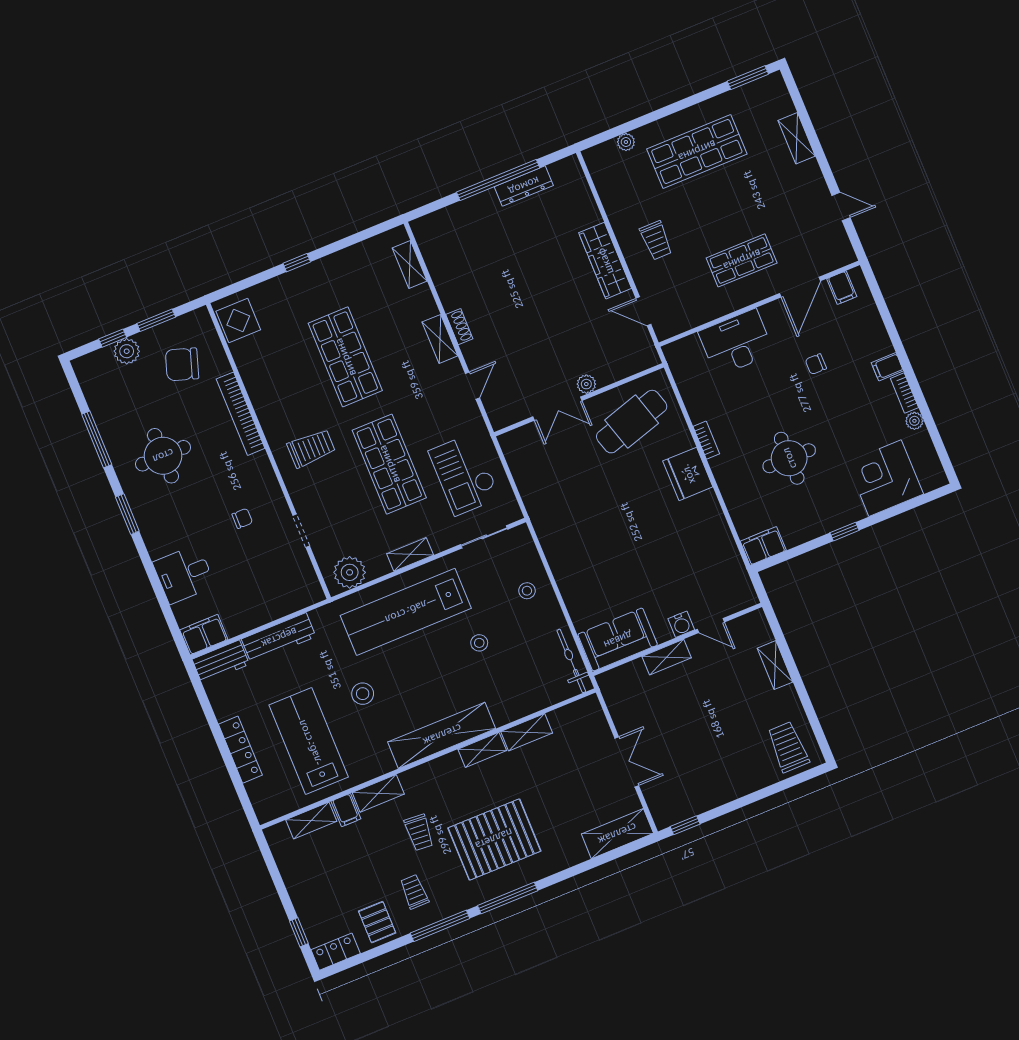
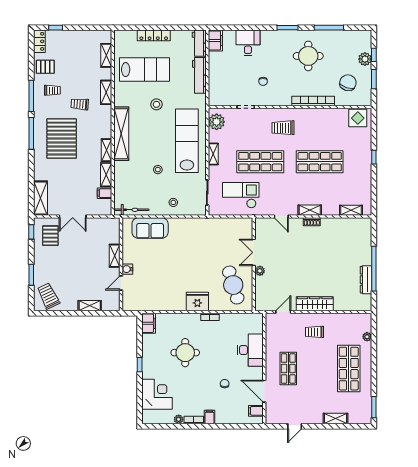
trolley: (311, 448) -> (283, 128), turned 90
sofa: (618, 640) -> (150, 228), moved, turned 90
trolley: (788, 747) -> (48, 296), turned -116
pallet: (678, 788) -> (50, 236), added
window: (763, 793) -> (31, 275), added
filing cabinet: (346, 810) -> (104, 193), moved

